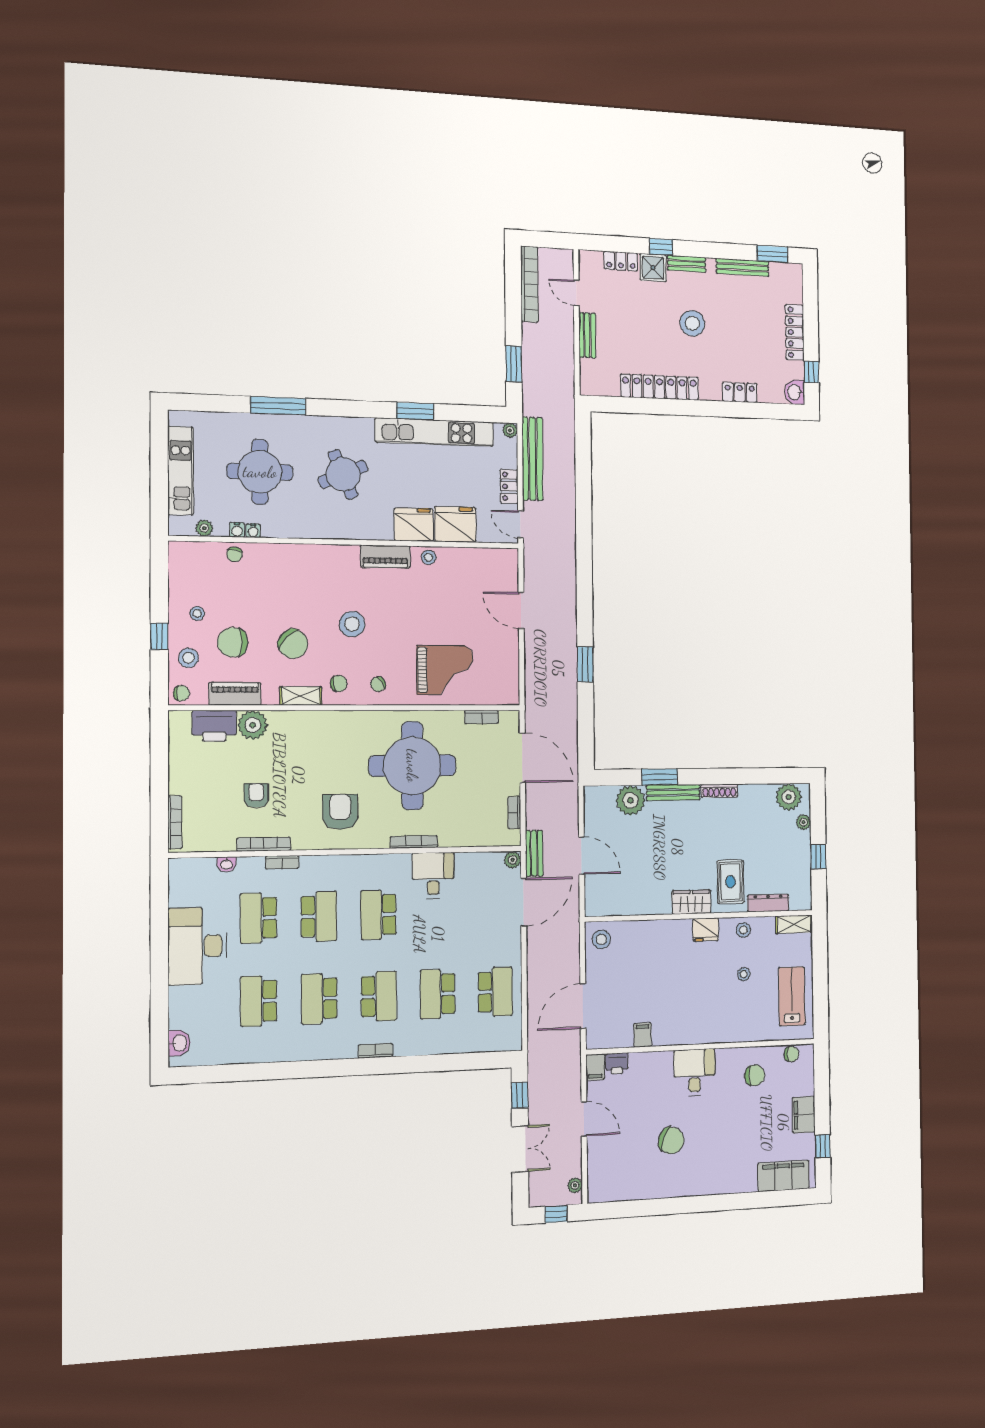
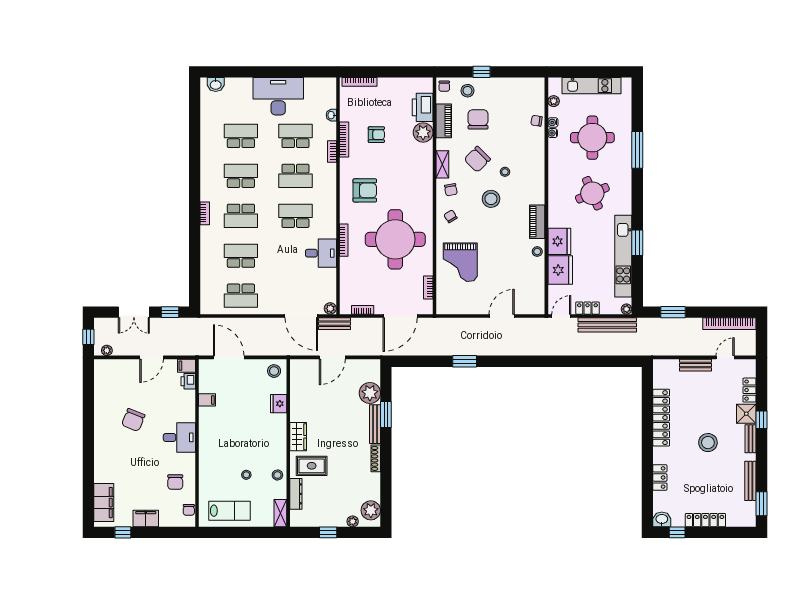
stool: (197, 613) -> (505, 172), moved
fridge: (706, 930) -> (279, 404), moved

